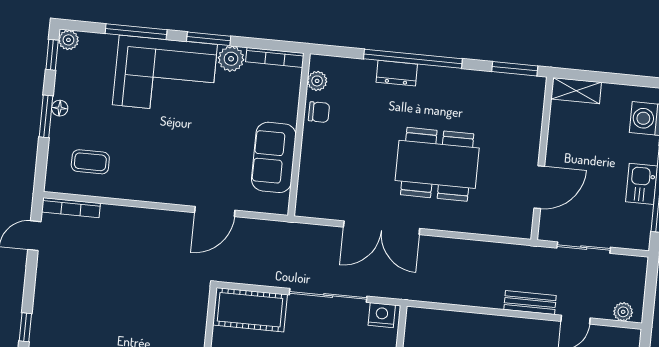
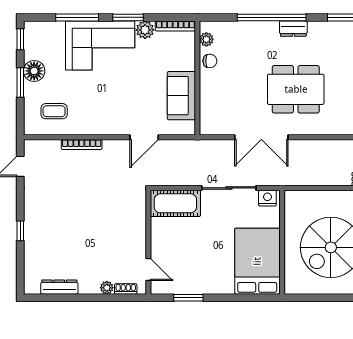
plant: (68, 40) -> (31, 28), removed
dresser: (397, 73) -> (293, 29), moved
floor lamp: (60, 108) -> (34, 71), width x1.89, depth x1.89
bookcase: (71, 208) -> (82, 144), moved

